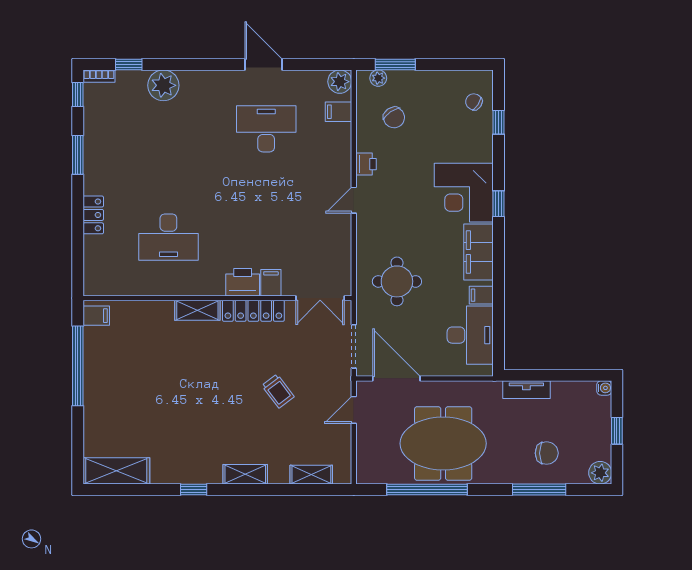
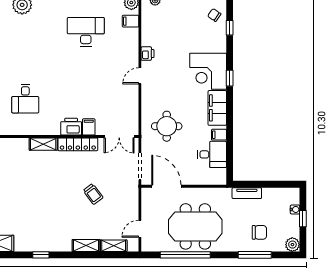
chair: (394, 117) -> (165, 25), removed
desk: (168, 237) -> (25, 99), width x0.73
desk: (470, 335) -> (212, 154), width x0.73
water cooler: (604, 388) -> (295, 209), moved
door: (354, 410) -> (140, 229), moved
shelving: (245, 474) -> (86, 245), moved

